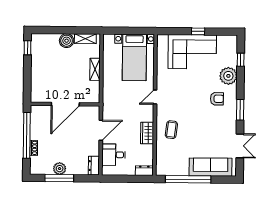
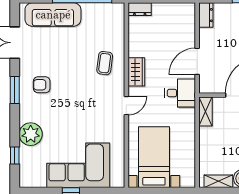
shelving: (95, 69) -> (205, 112), moved
armchair: (217, 99) -> (42, 85), moved
wardrobe: (147, 133) -> (136, 72), moved
desk: (114, 155) -> (180, 93), moved

